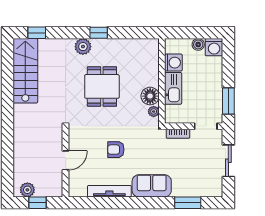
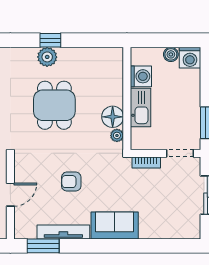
plant: (83, 47) -> (47, 57), moved
window: (188, 203) -> (43, 246), moved

